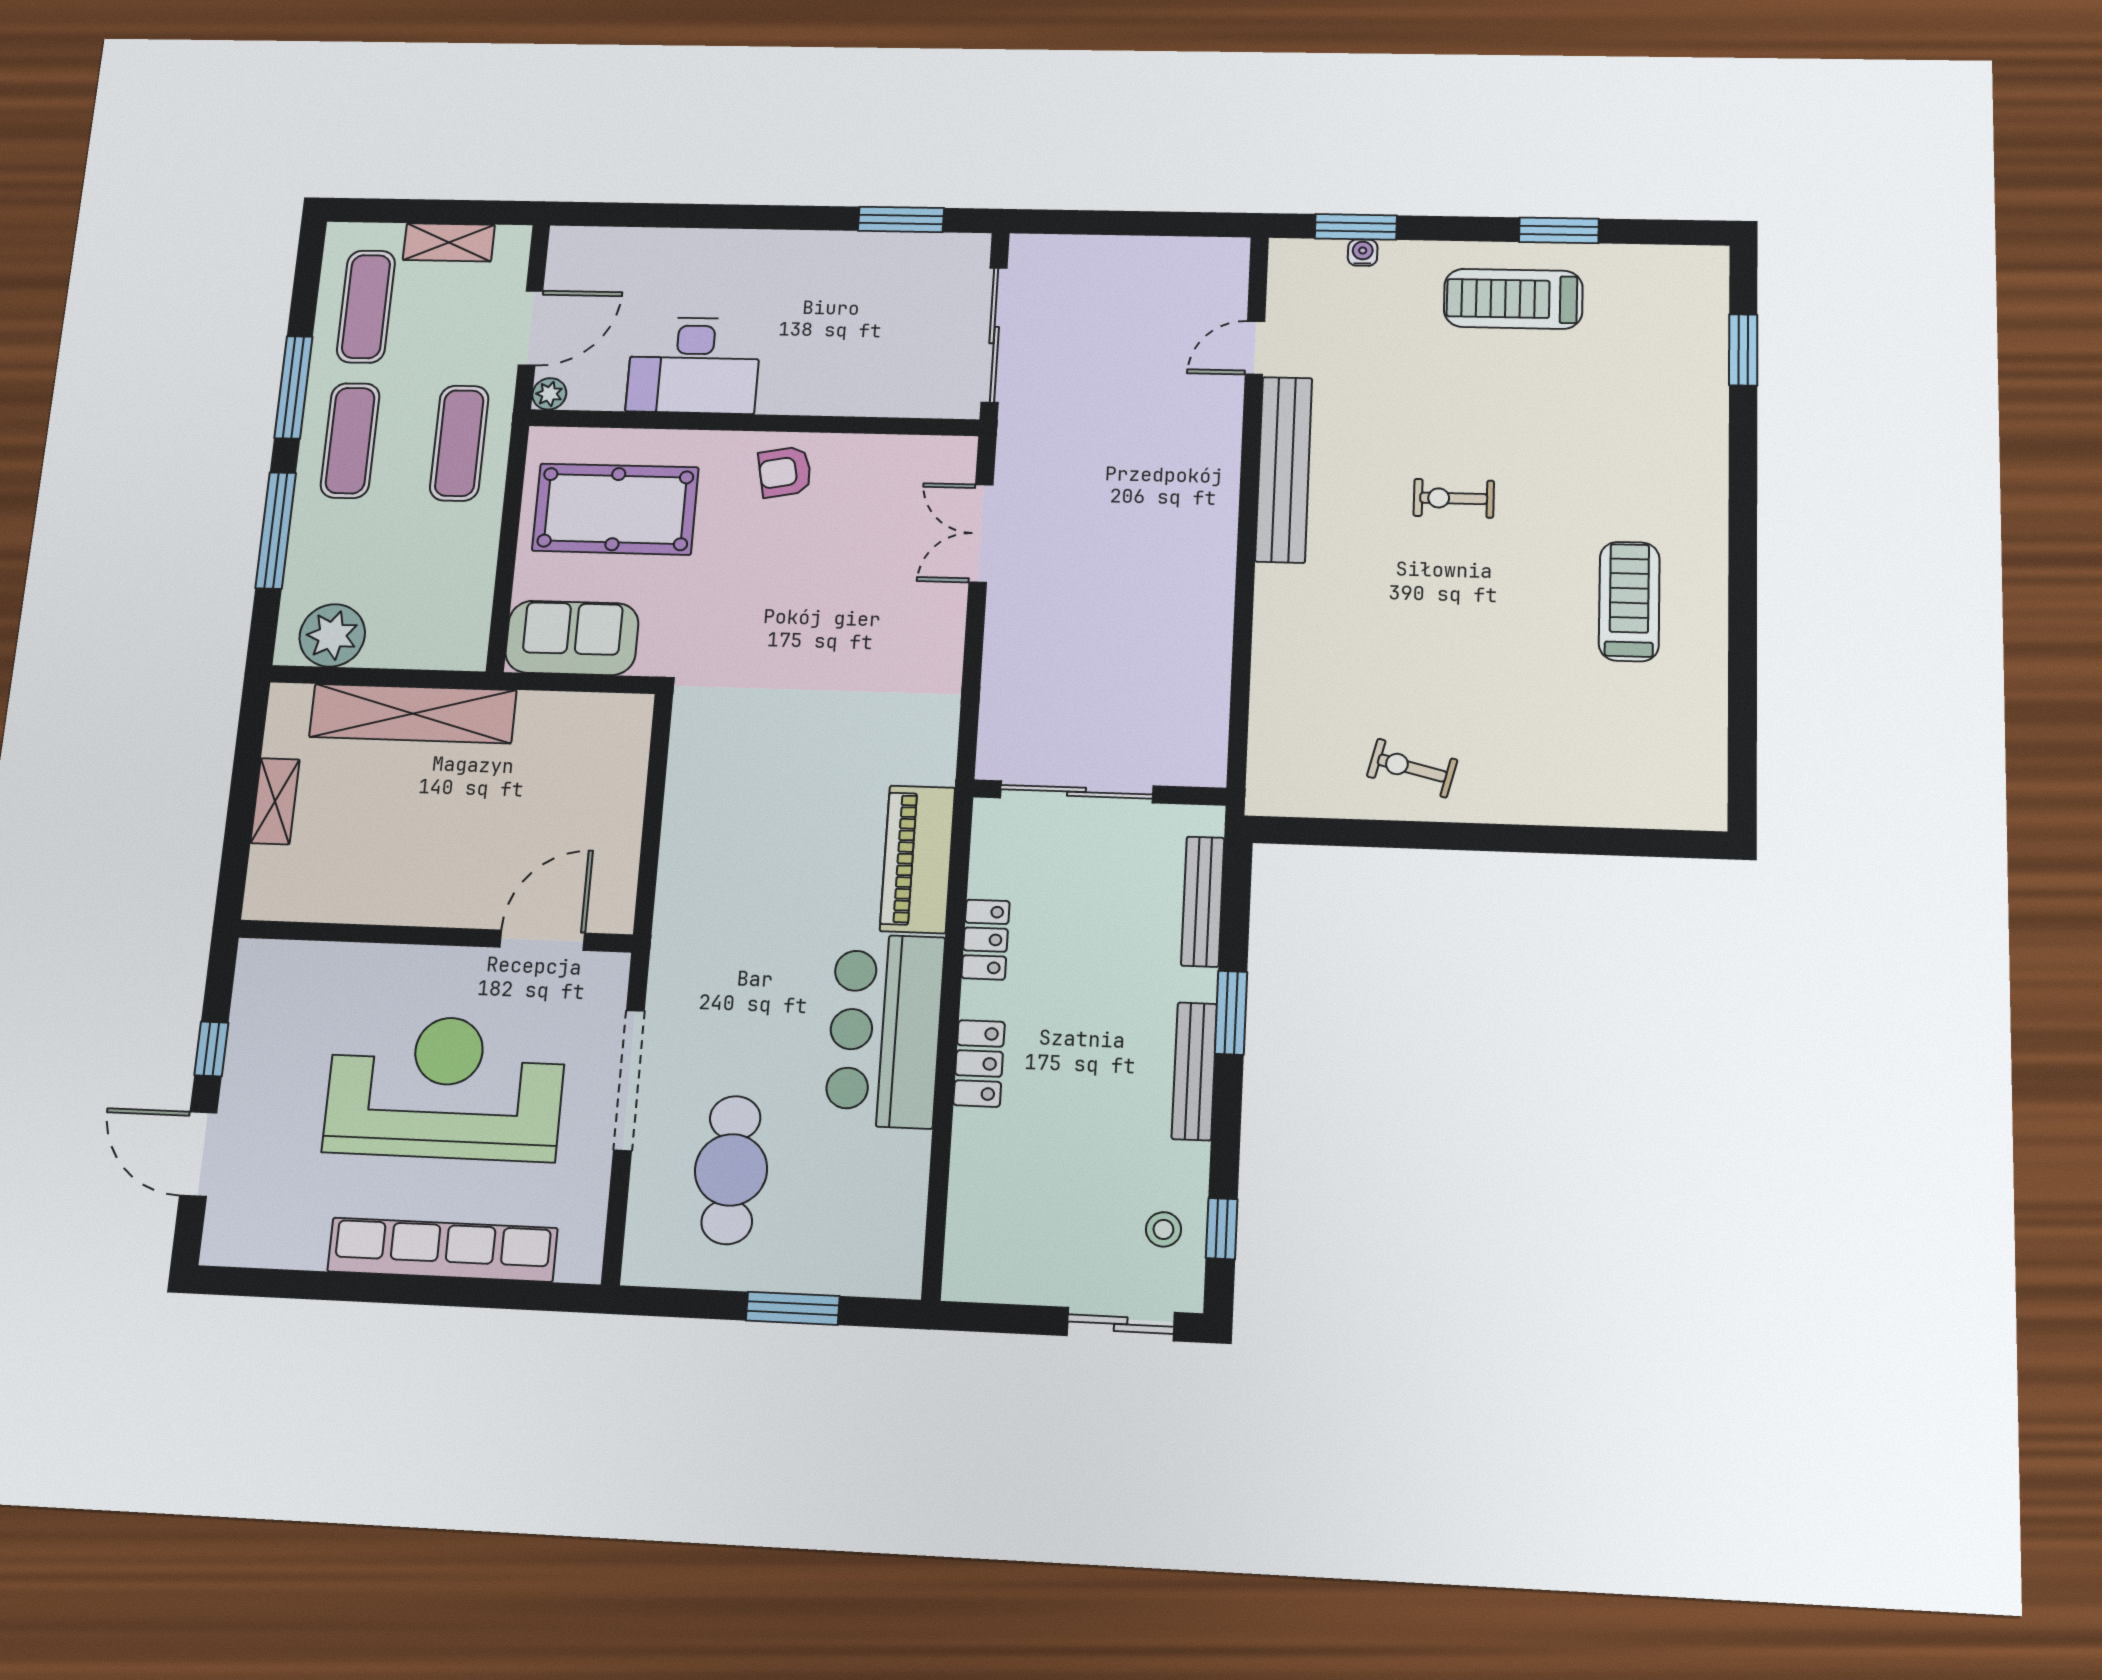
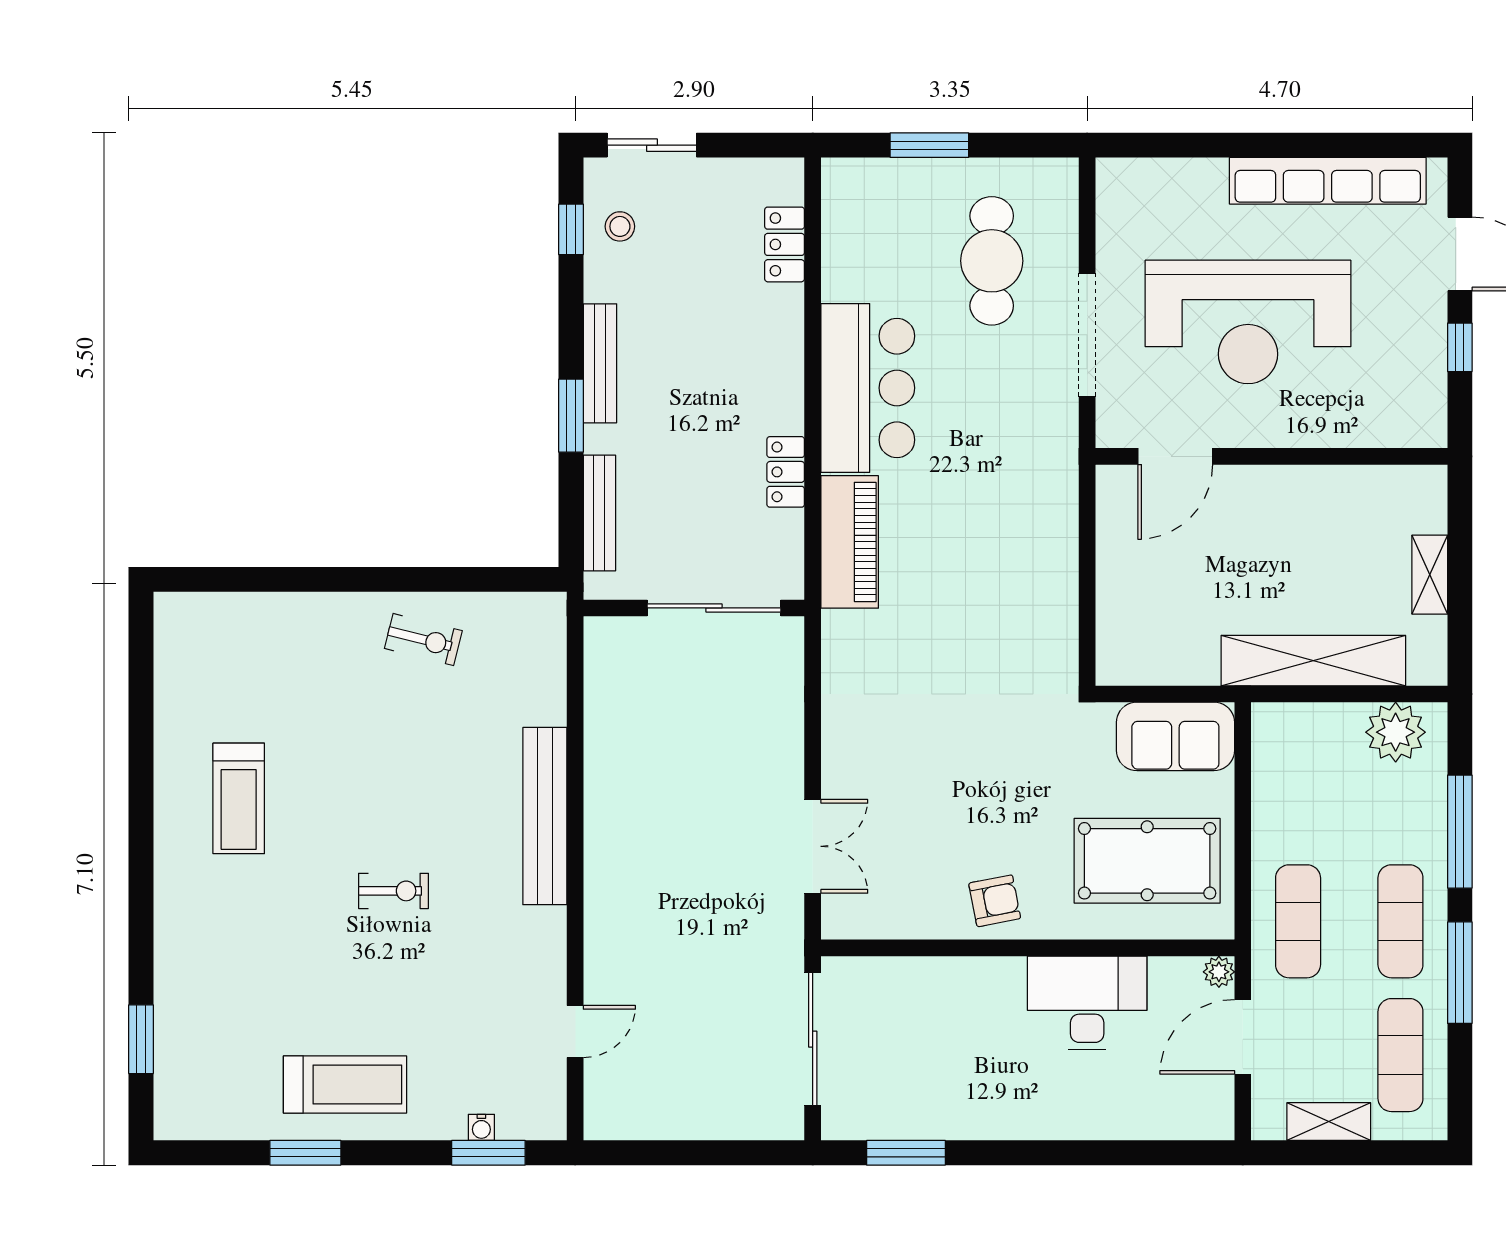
bench: (1284, 469) -> (545, 816), moved
locker: (979, 1063) -> (785, 244), moved
row of seats: (442, 1250) -> (1328, 181), moved

